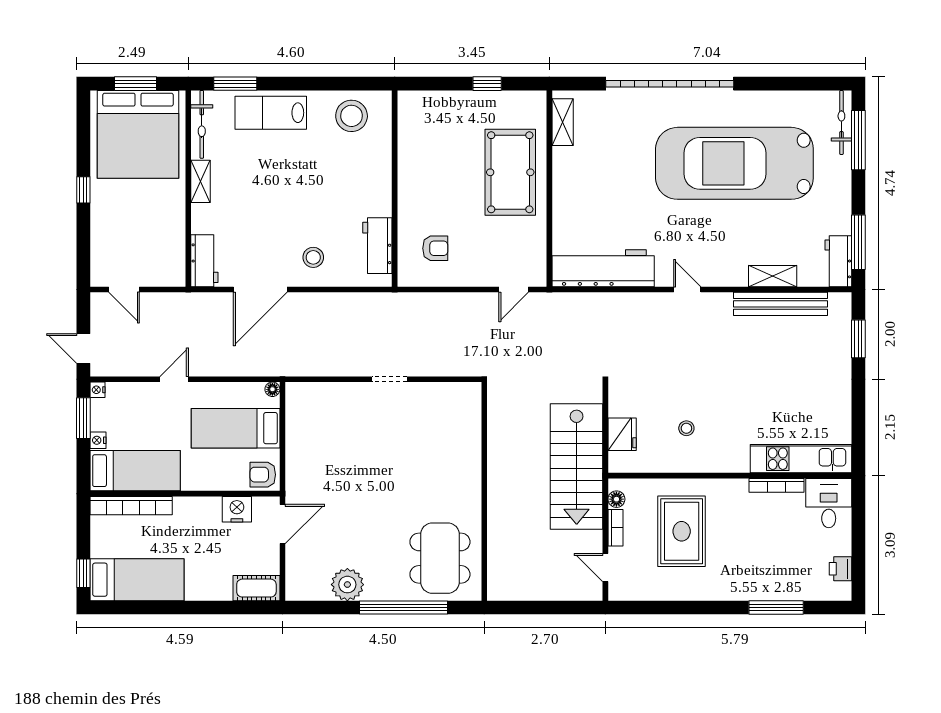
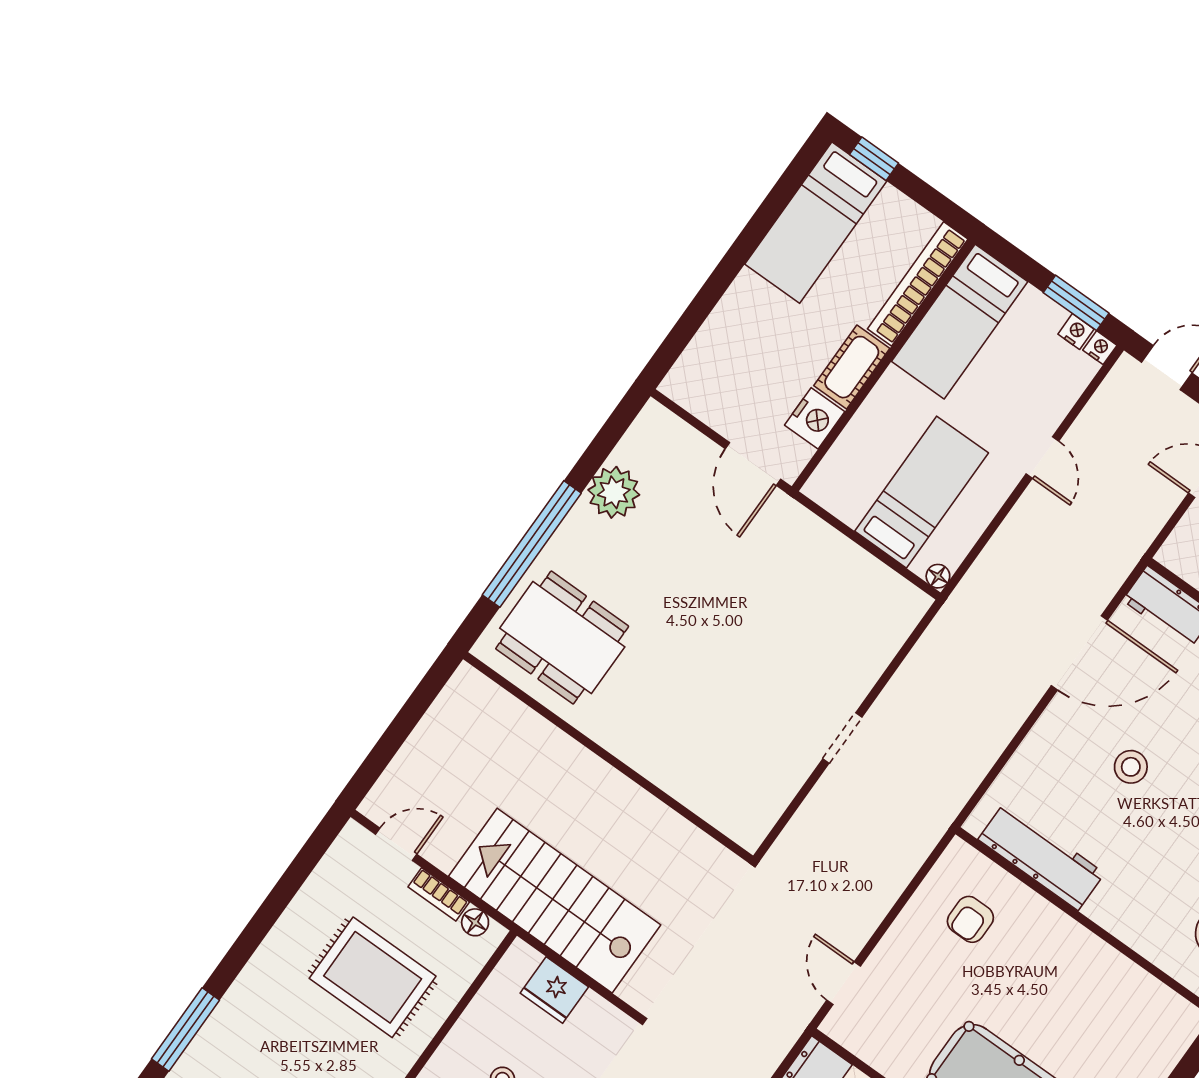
workbench: (377, 246) -> (1041, 856), width x1.38
stool: (313, 257) -> (1131, 767), moved
door: (260, 290) -> (1079, 653), swing flipped
nightstand: (98, 440) -> (1076, 332), moved
armchair: (263, 475) -> (836, 484), removed
cot: (256, 588) -> (852, 367), moved

